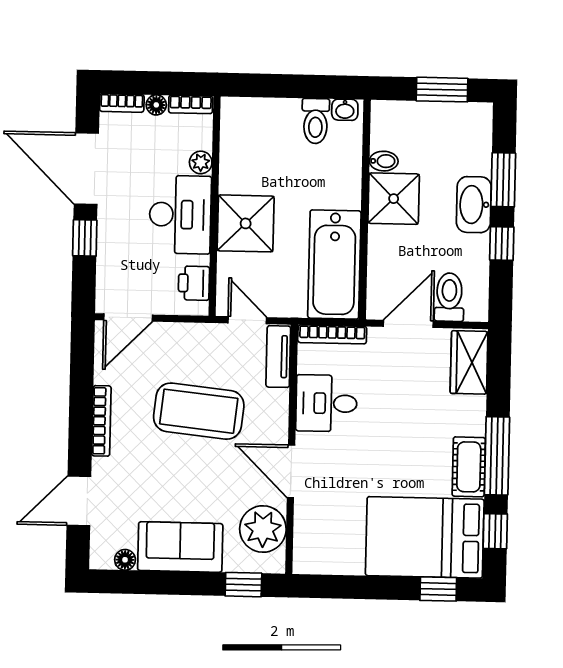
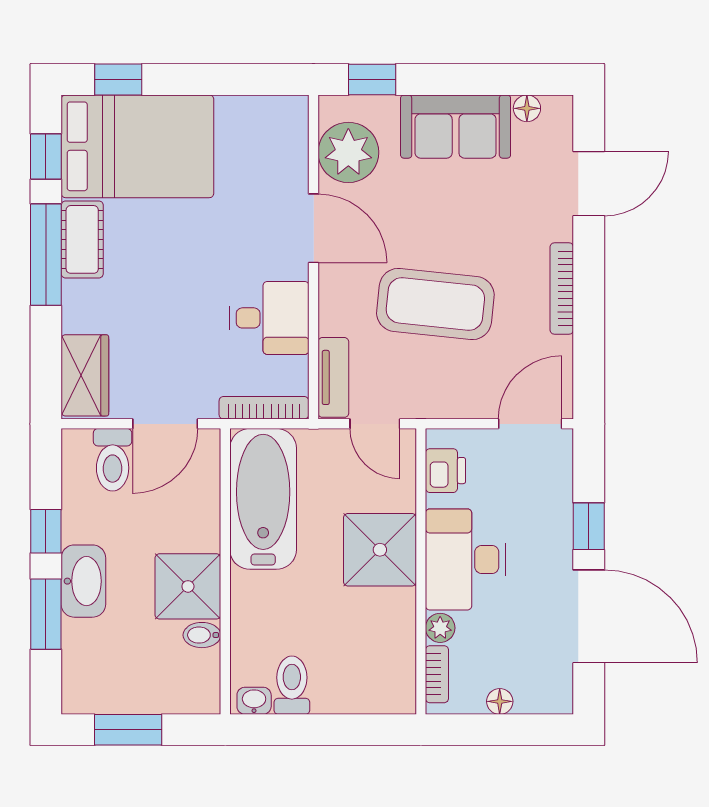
bookcase: (122, 103) -> (545, 703), removed
bookcase: (191, 104) -> (437, 674), moved, turned 90

